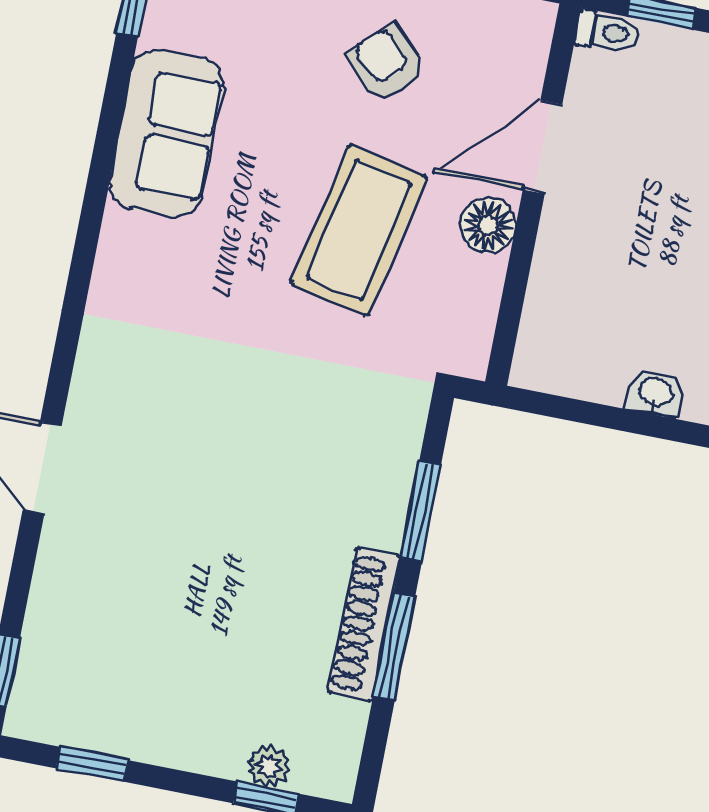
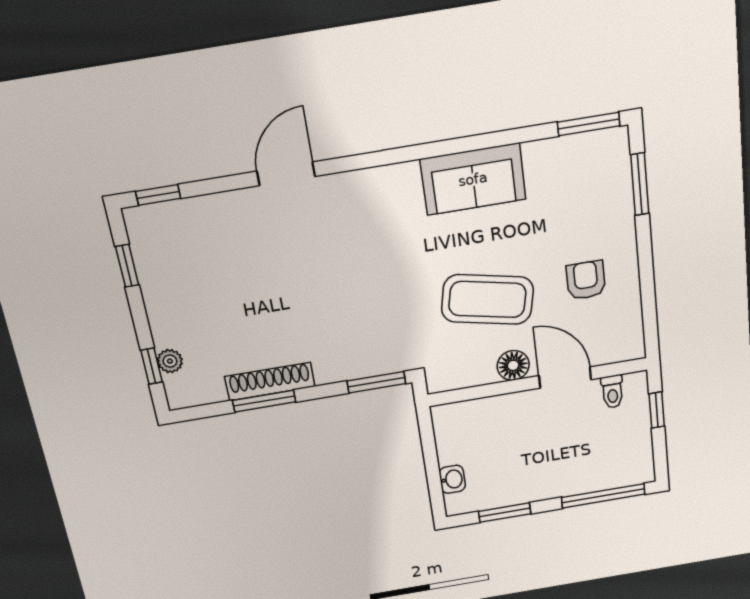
toilet: (607, 32) -> (612, 392), moved
armchair: (386, 64) -> (586, 280), turned -46
sofa: (167, 133) -> (473, 179), moved
window: (421, 511) -> (376, 382), moved

